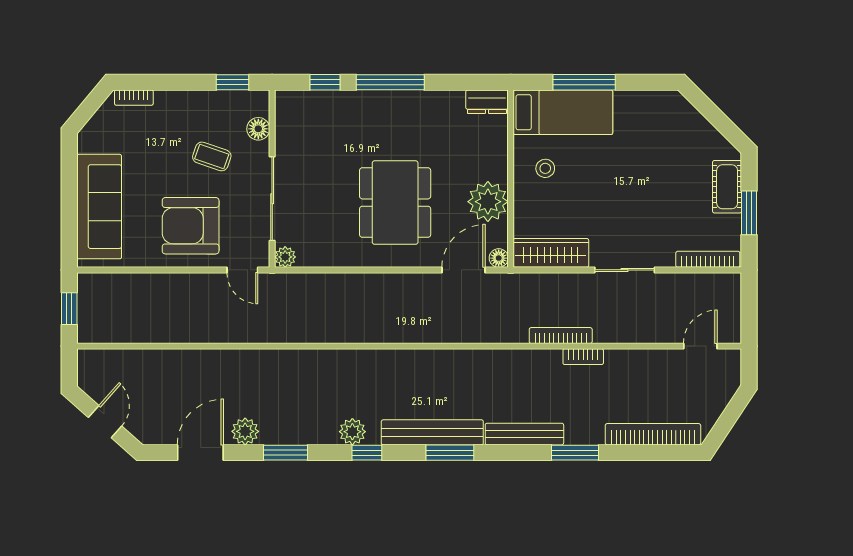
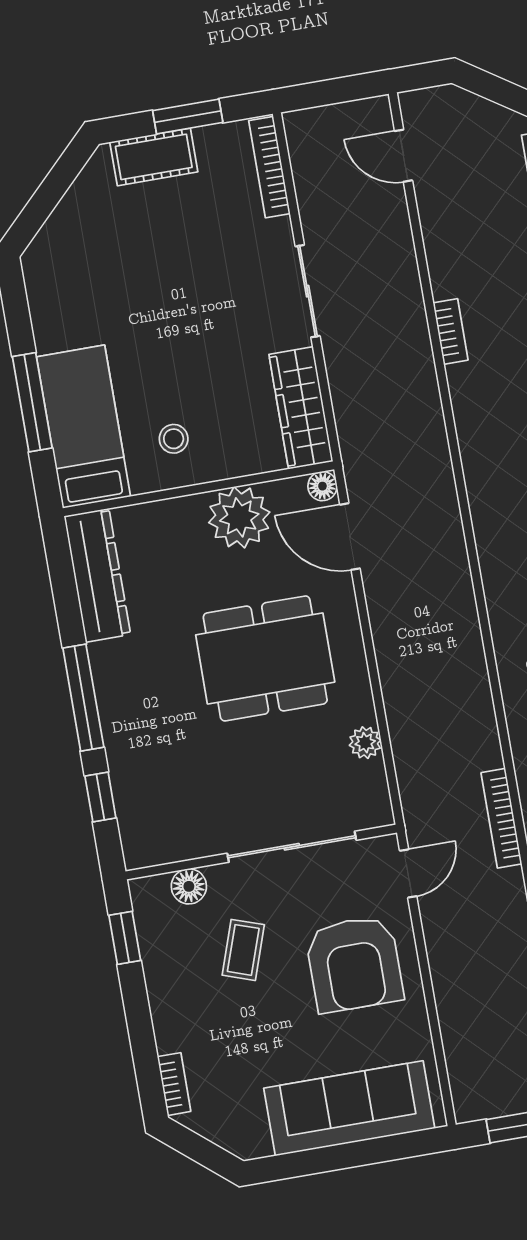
dresser: (487, 102) -> (97, 575), width x1.96, depth x1.24
plant: (285, 257) -> (365, 743), moved
bookcase: (561, 336) -> (501, 818), moved

